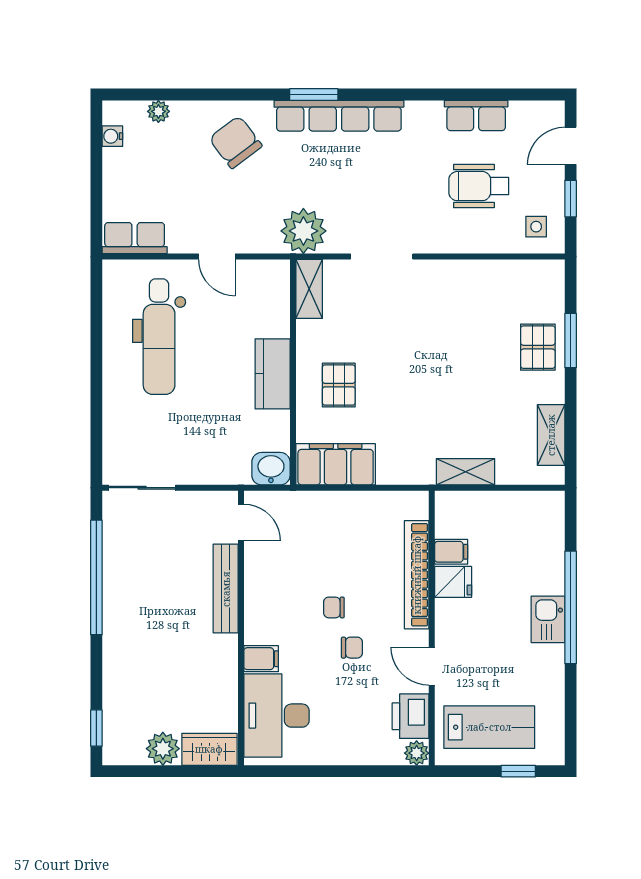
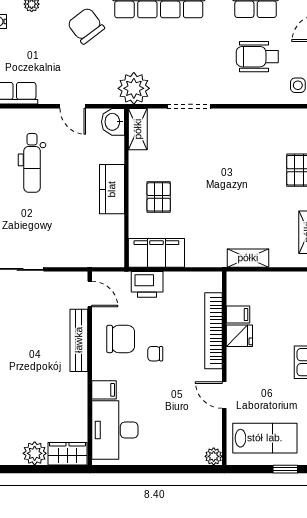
dental chair: (159, 337) -> (32, 163), width x0.73, depth x0.72
washbasin: (271, 469) -> (113, 122), moved, turned -90
chair: (352, 648) -> (121, 339), moved, width x1.87, depth x1.87
printer: (411, 716) -> (147, 284), moved, turned -90

